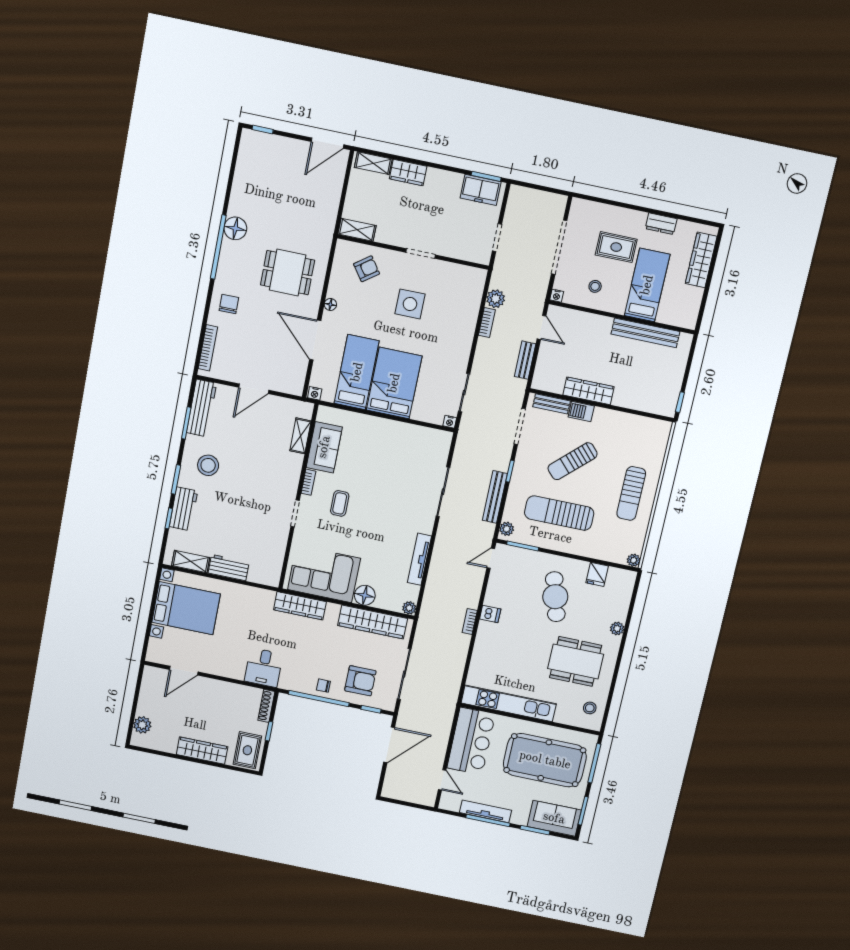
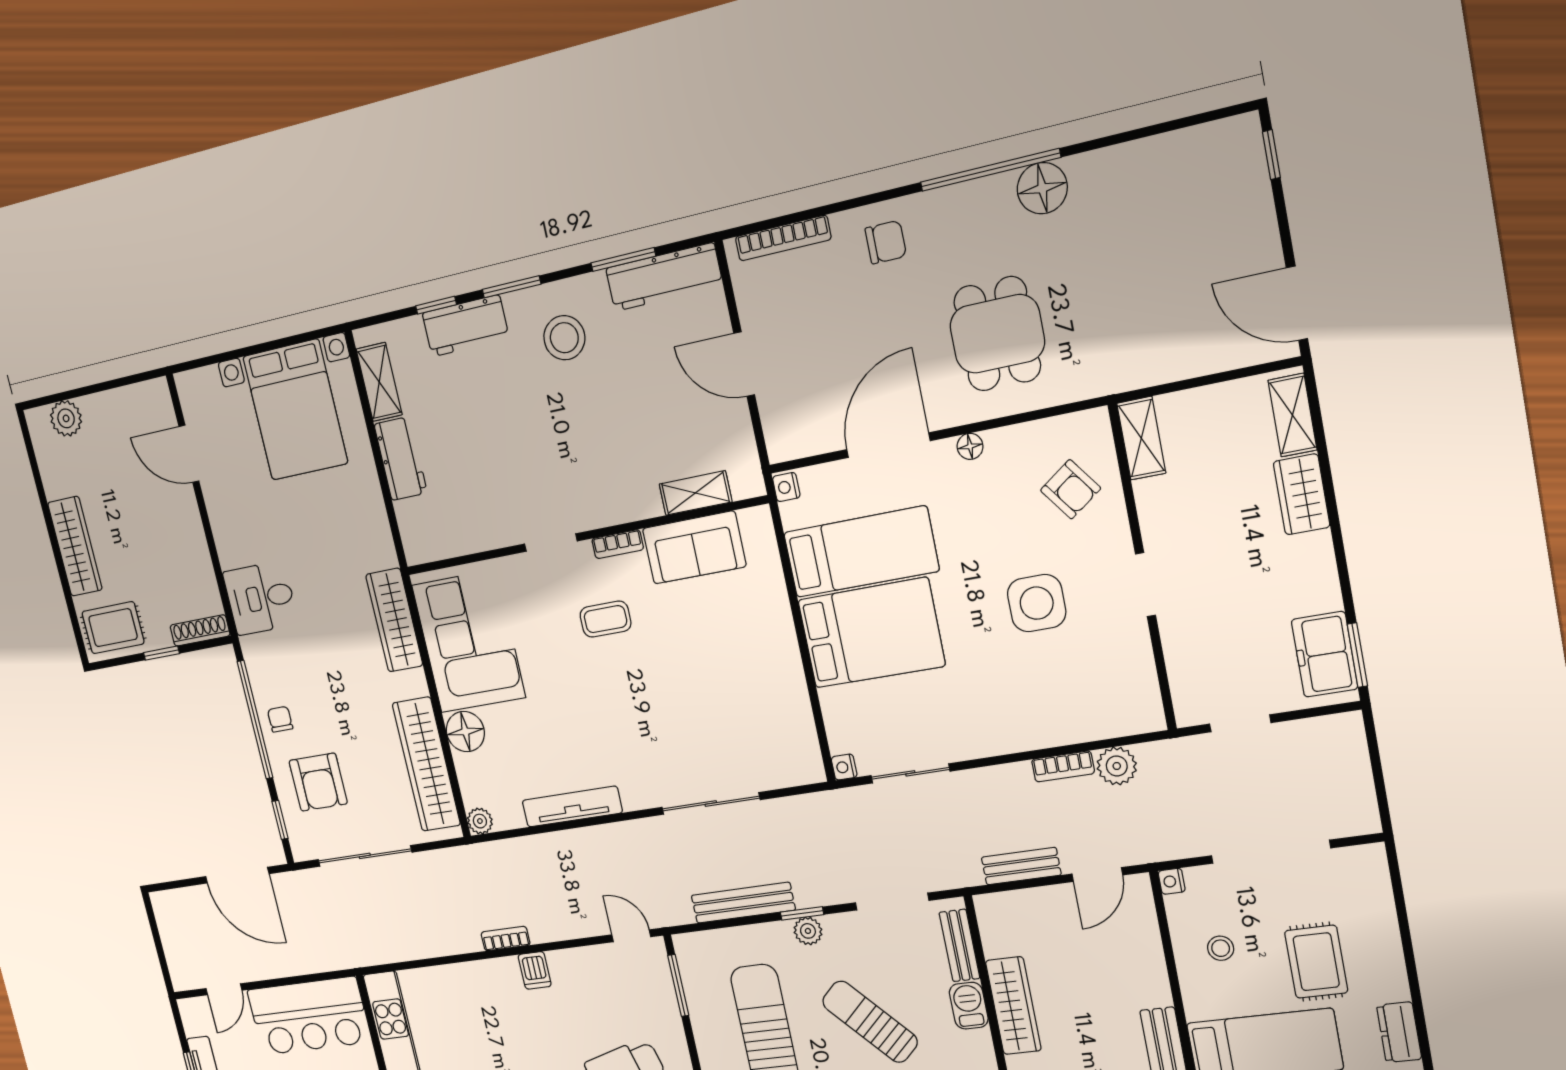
plant: (507, 529) -> (808, 931), moved

